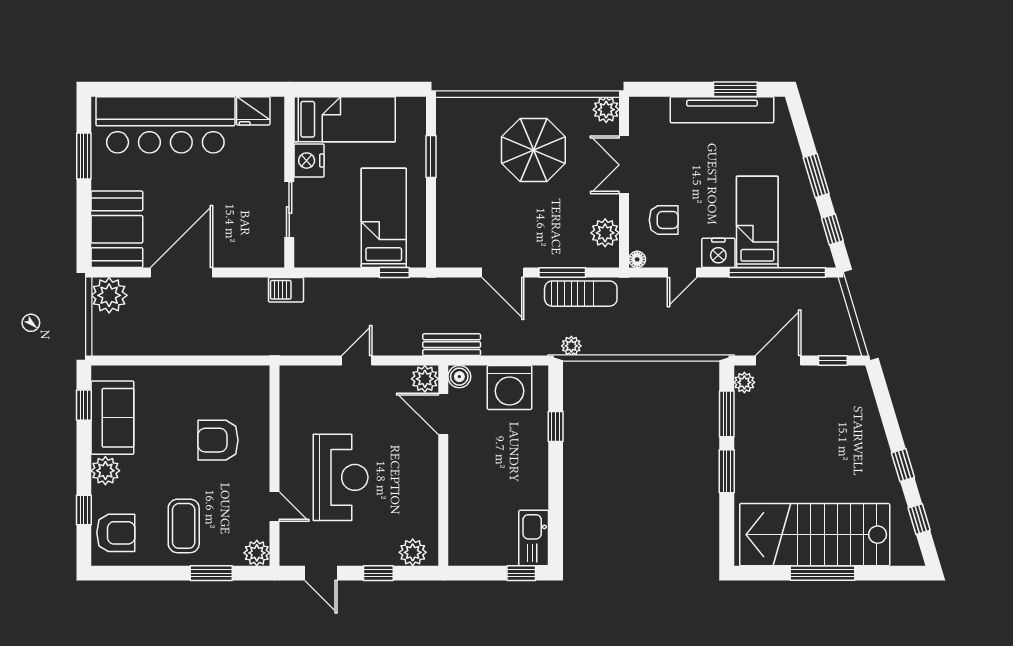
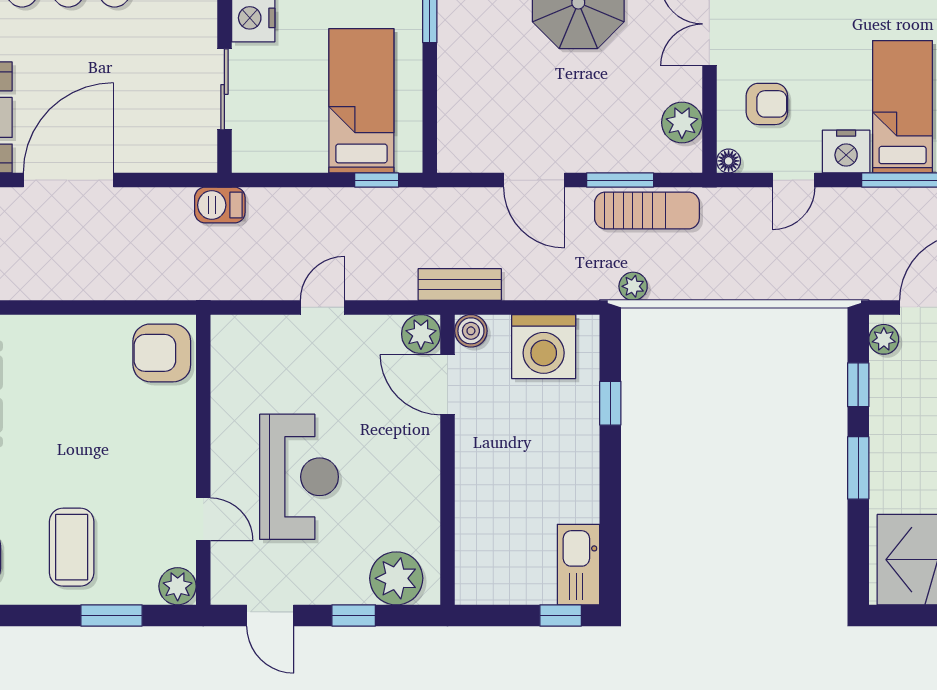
window: (727, 414) -> (858, 385), width x0.67
armchair: (218, 440) -> (162, 353), moved
plant: (413, 552) -> (396, 578), width x1.36, depth x1.36

